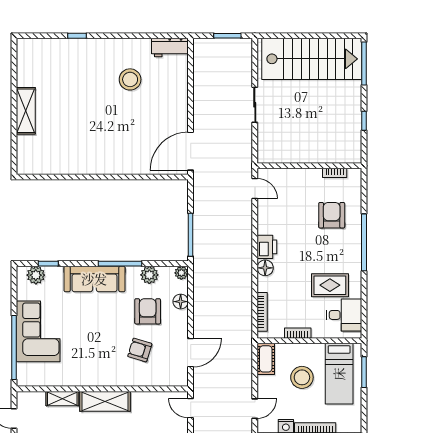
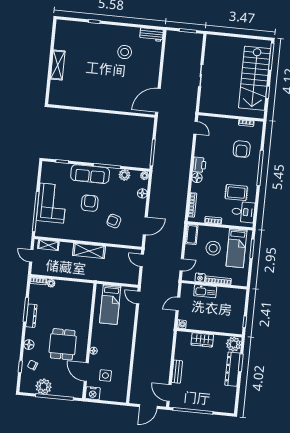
stairs: (312, 59) -> (255, 78), moved, turned 90
armchair: (332, 215) -> (242, 149), turned 180
plant: (36, 275) -> (54, 168), removed
armchair: (148, 311) -> (90, 203), moved
shelving: (62, 399) -> (48, 245), moved

